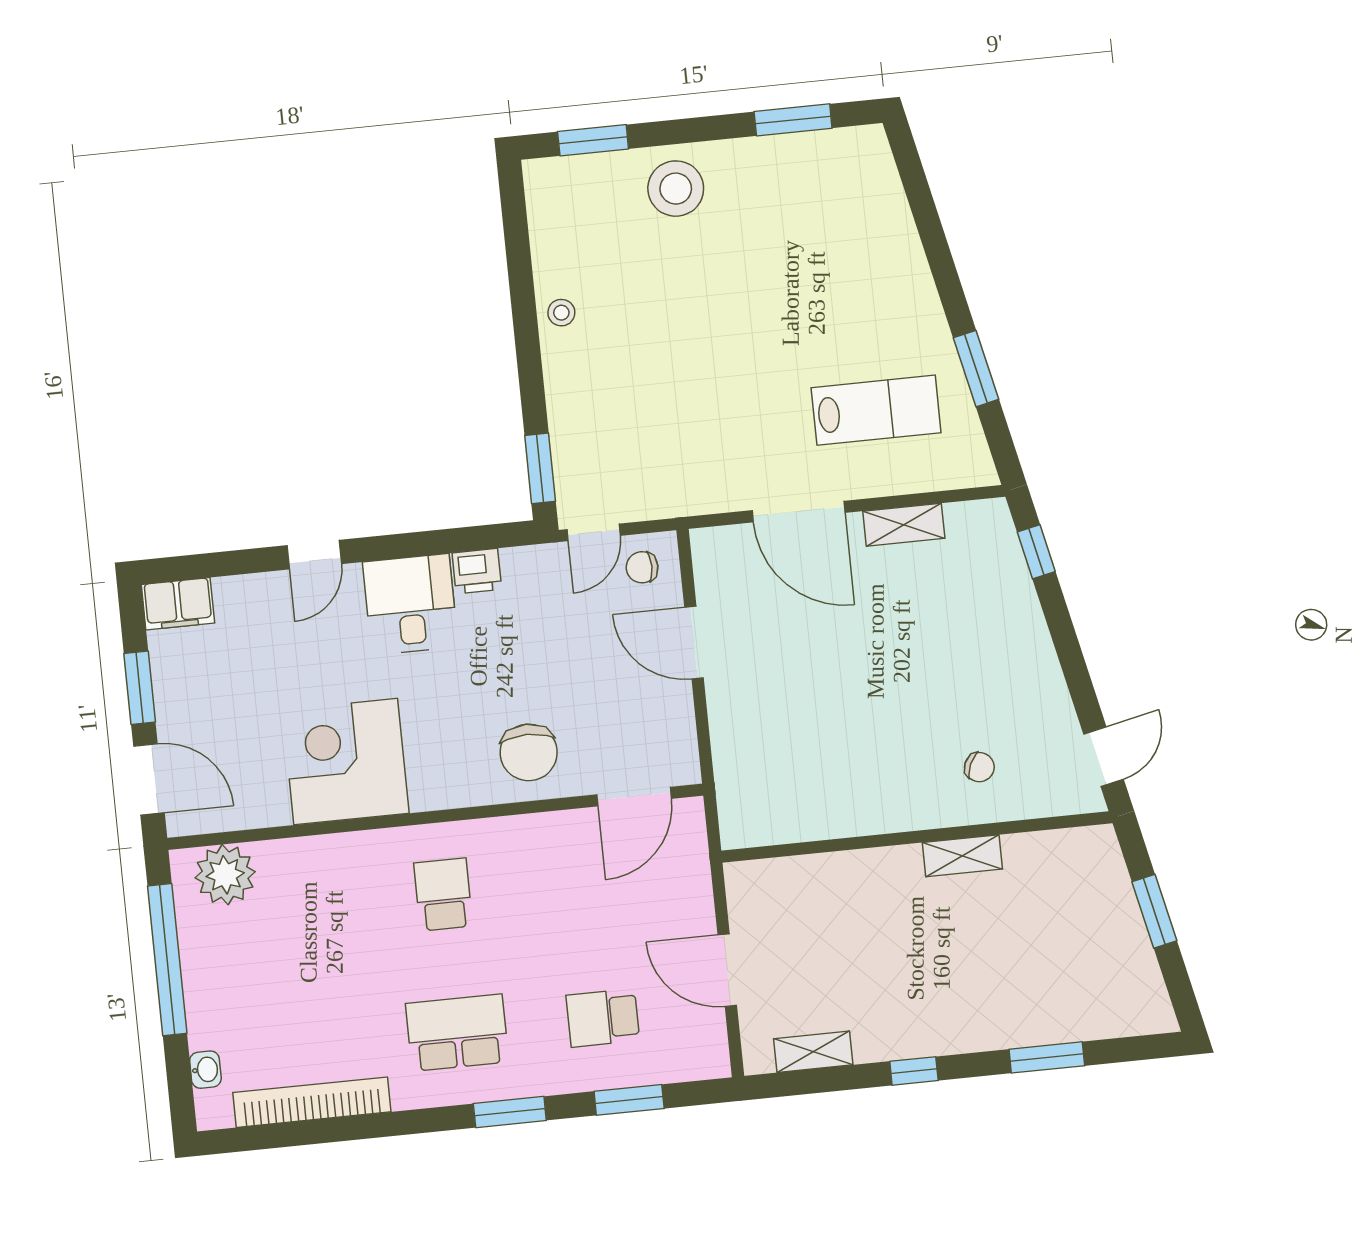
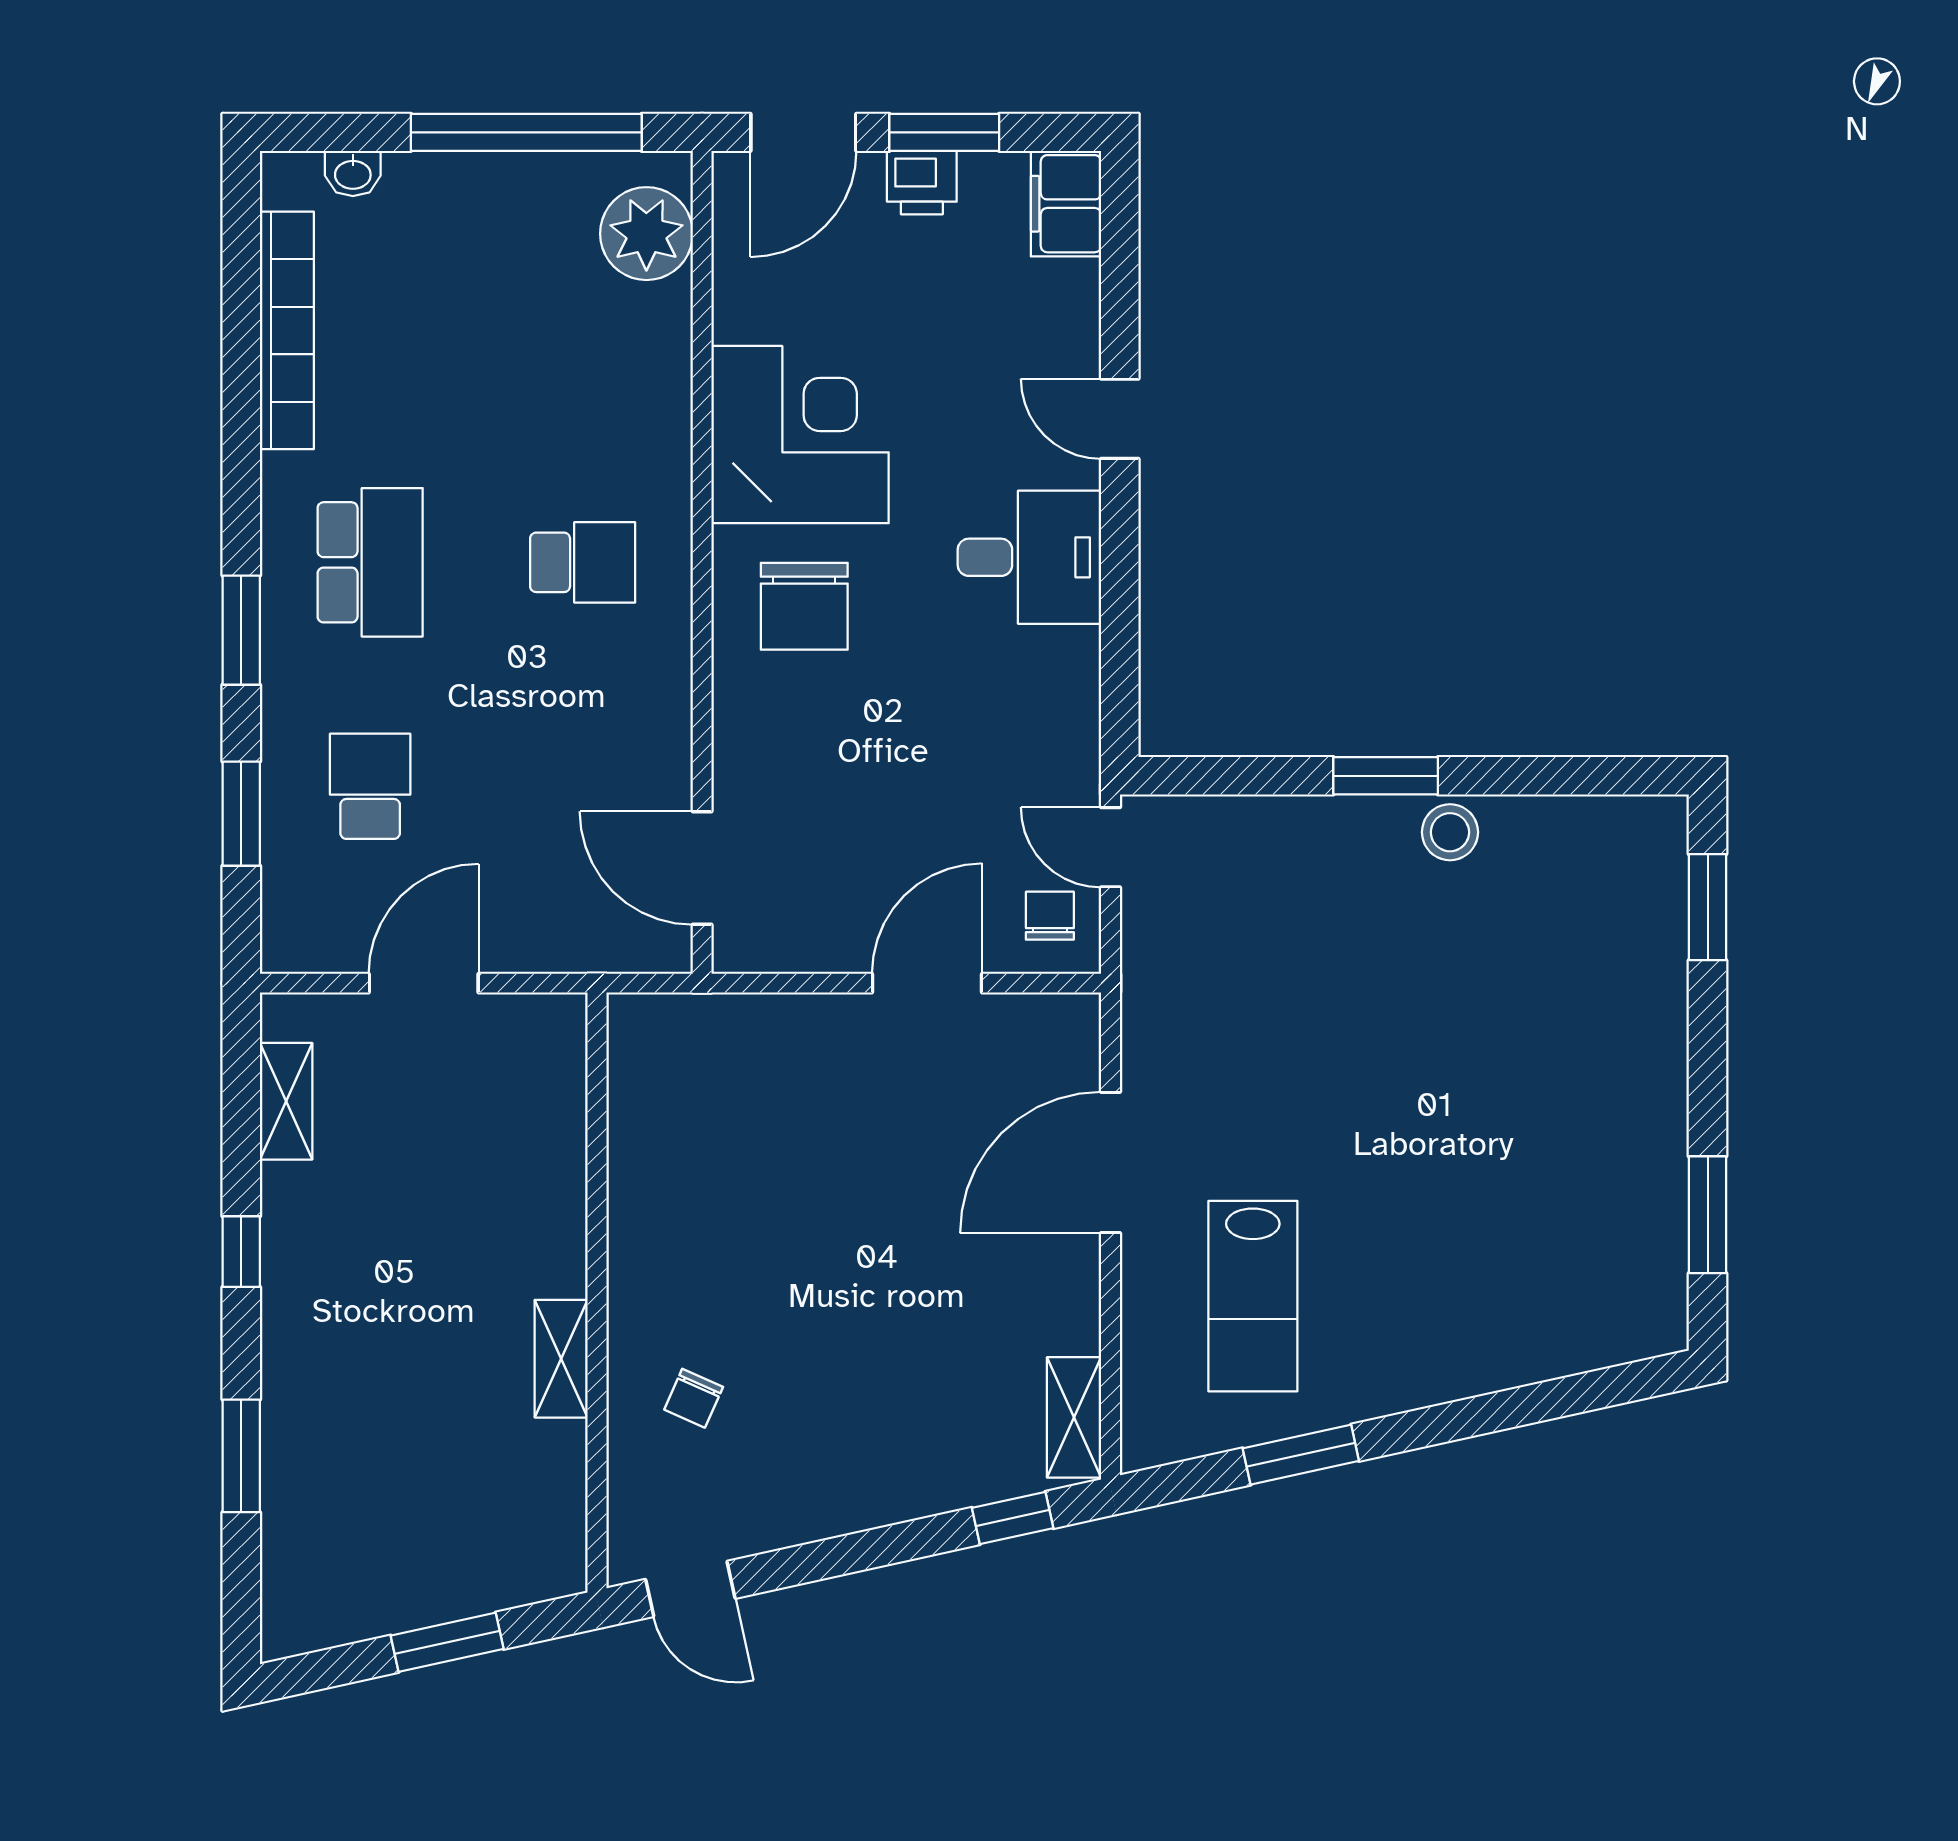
stool: (676, 189) -> (1621, 1025), removed
stool: (561, 313) -> (1450, 832), width x1.37, depth x1.37
window: (540, 468) -> (1386, 776), moved
shelving: (904, 525) -> (1074, 1417), moved
printer: (477, 571) -> (922, 183), moved, turned -90
chair: (529, 752) -> (804, 606), moved, turned -90

